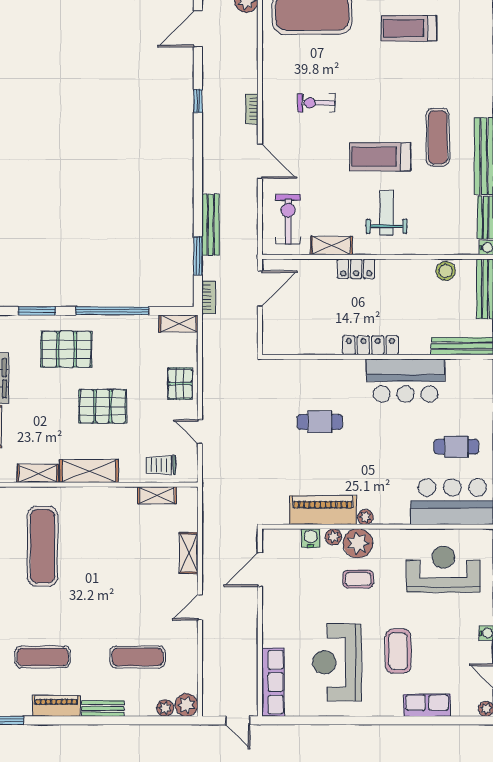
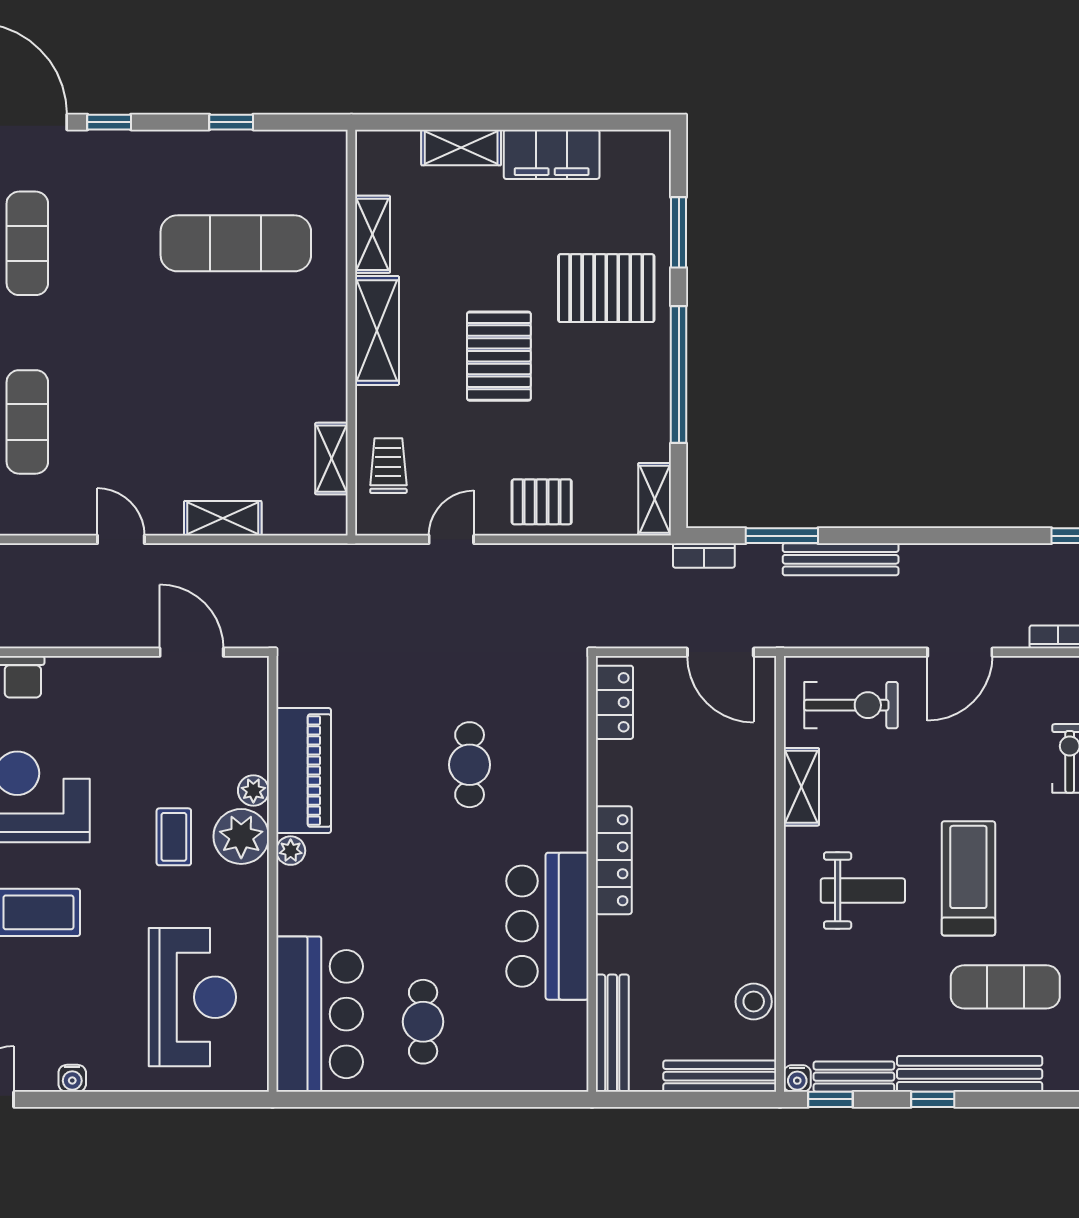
locker: (356, 269) -> (614, 702), moved, turned 180
pallet: (66, 349) -> (606, 288), turned 90
water cooler: (311, 538) -> (251, 748), removed

